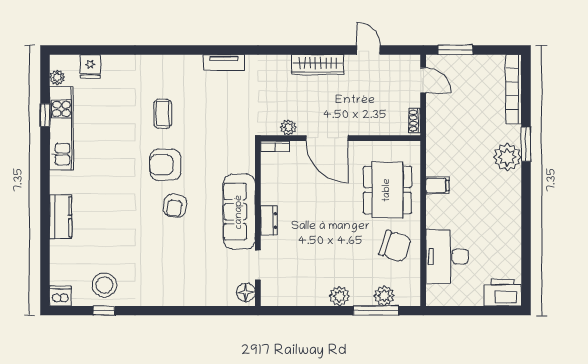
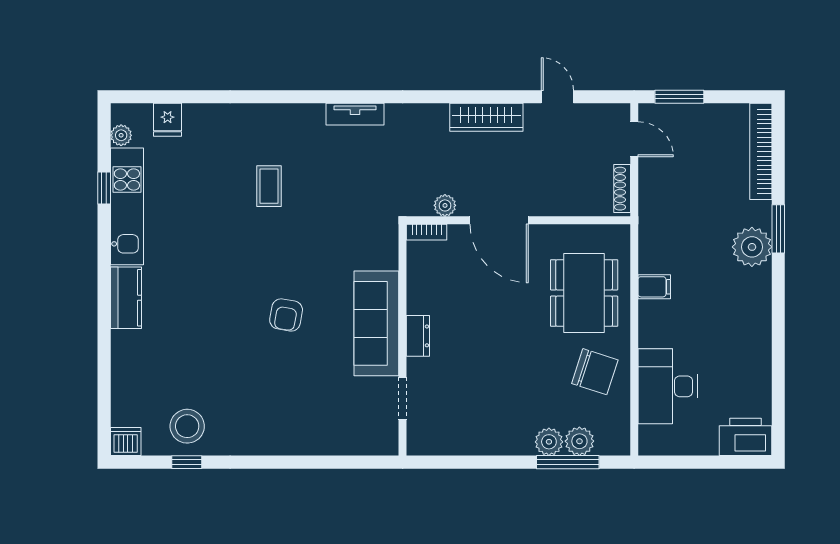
shoe rack: (415, 121) -> (622, 189), width x1.43
armchair: (165, 165) -> (273, 258), removed
kitchen counter: (61, 217) -> (126, 298), moved
floor lamp: (246, 292) -> (386, 436), removed
plant: (339, 296) -> (549, 442), moved

